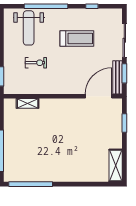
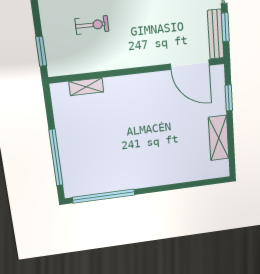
door: (99, 96) -> (190, 65), swing flipped
shelving: (116, 166) -> (219, 138), moved

